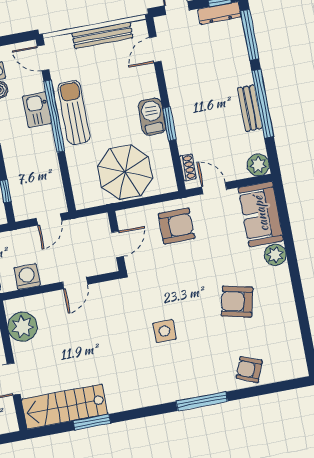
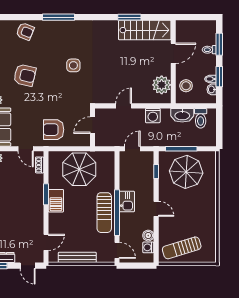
kitchen sink: (37, 110) -> (127, 201), moved

